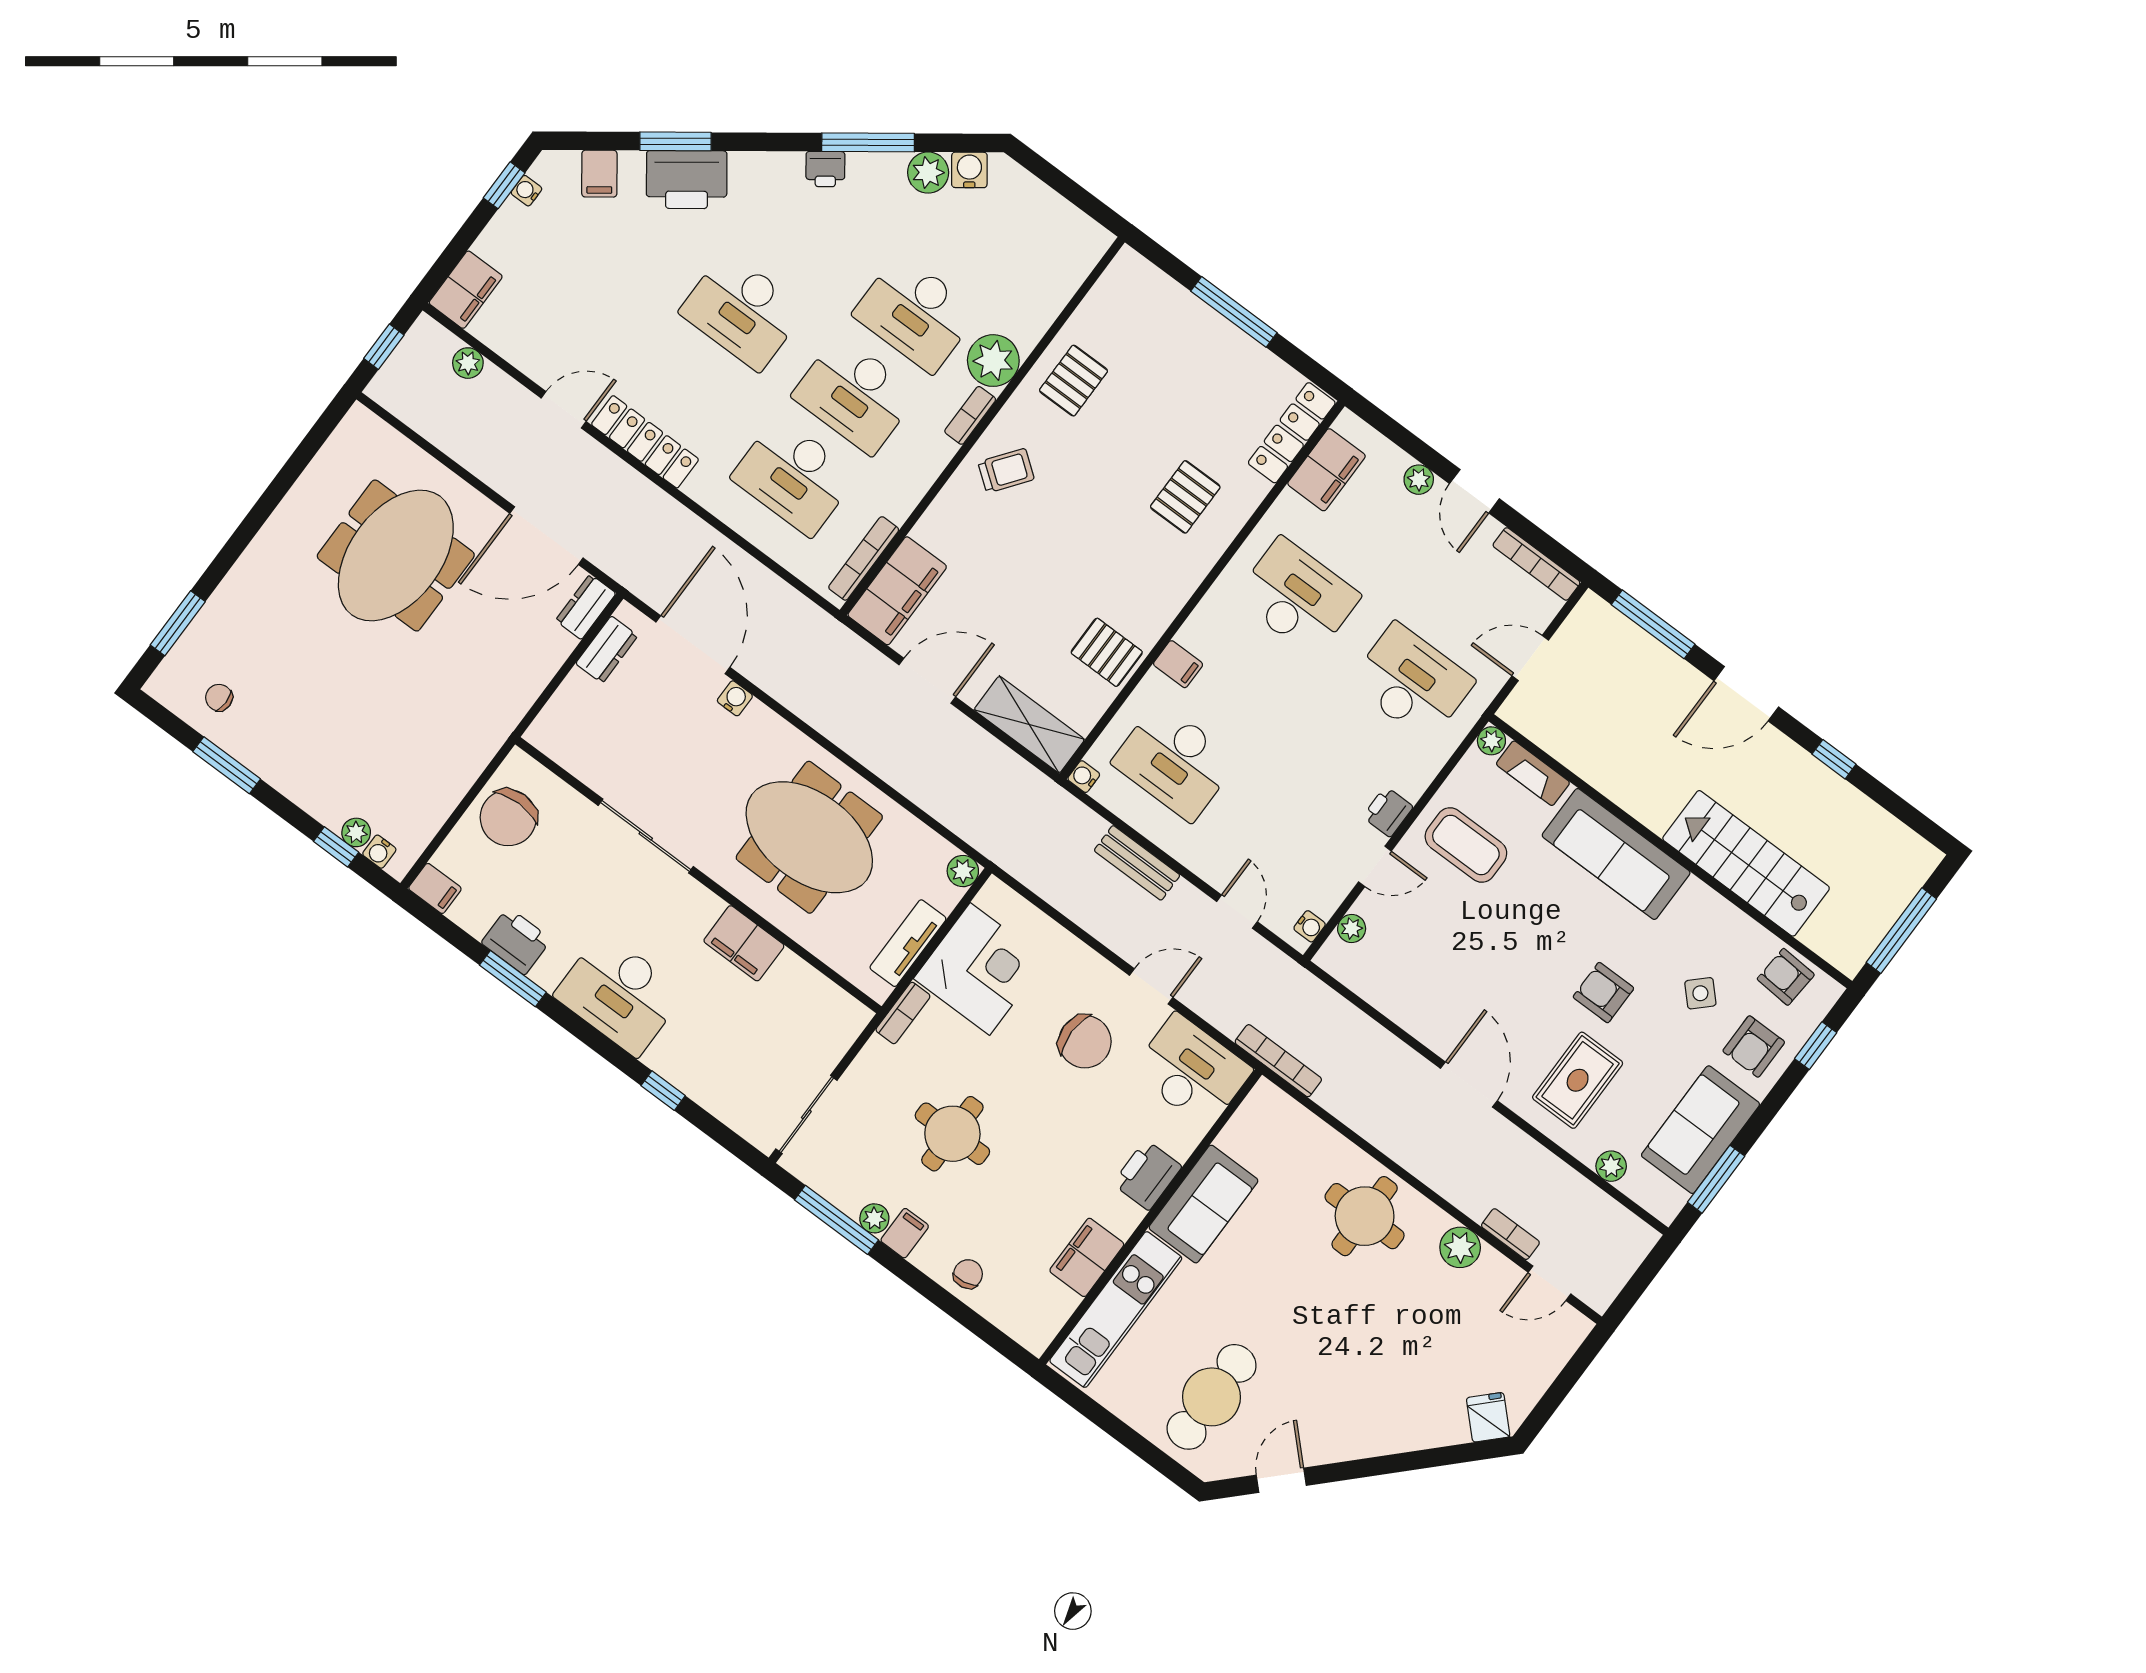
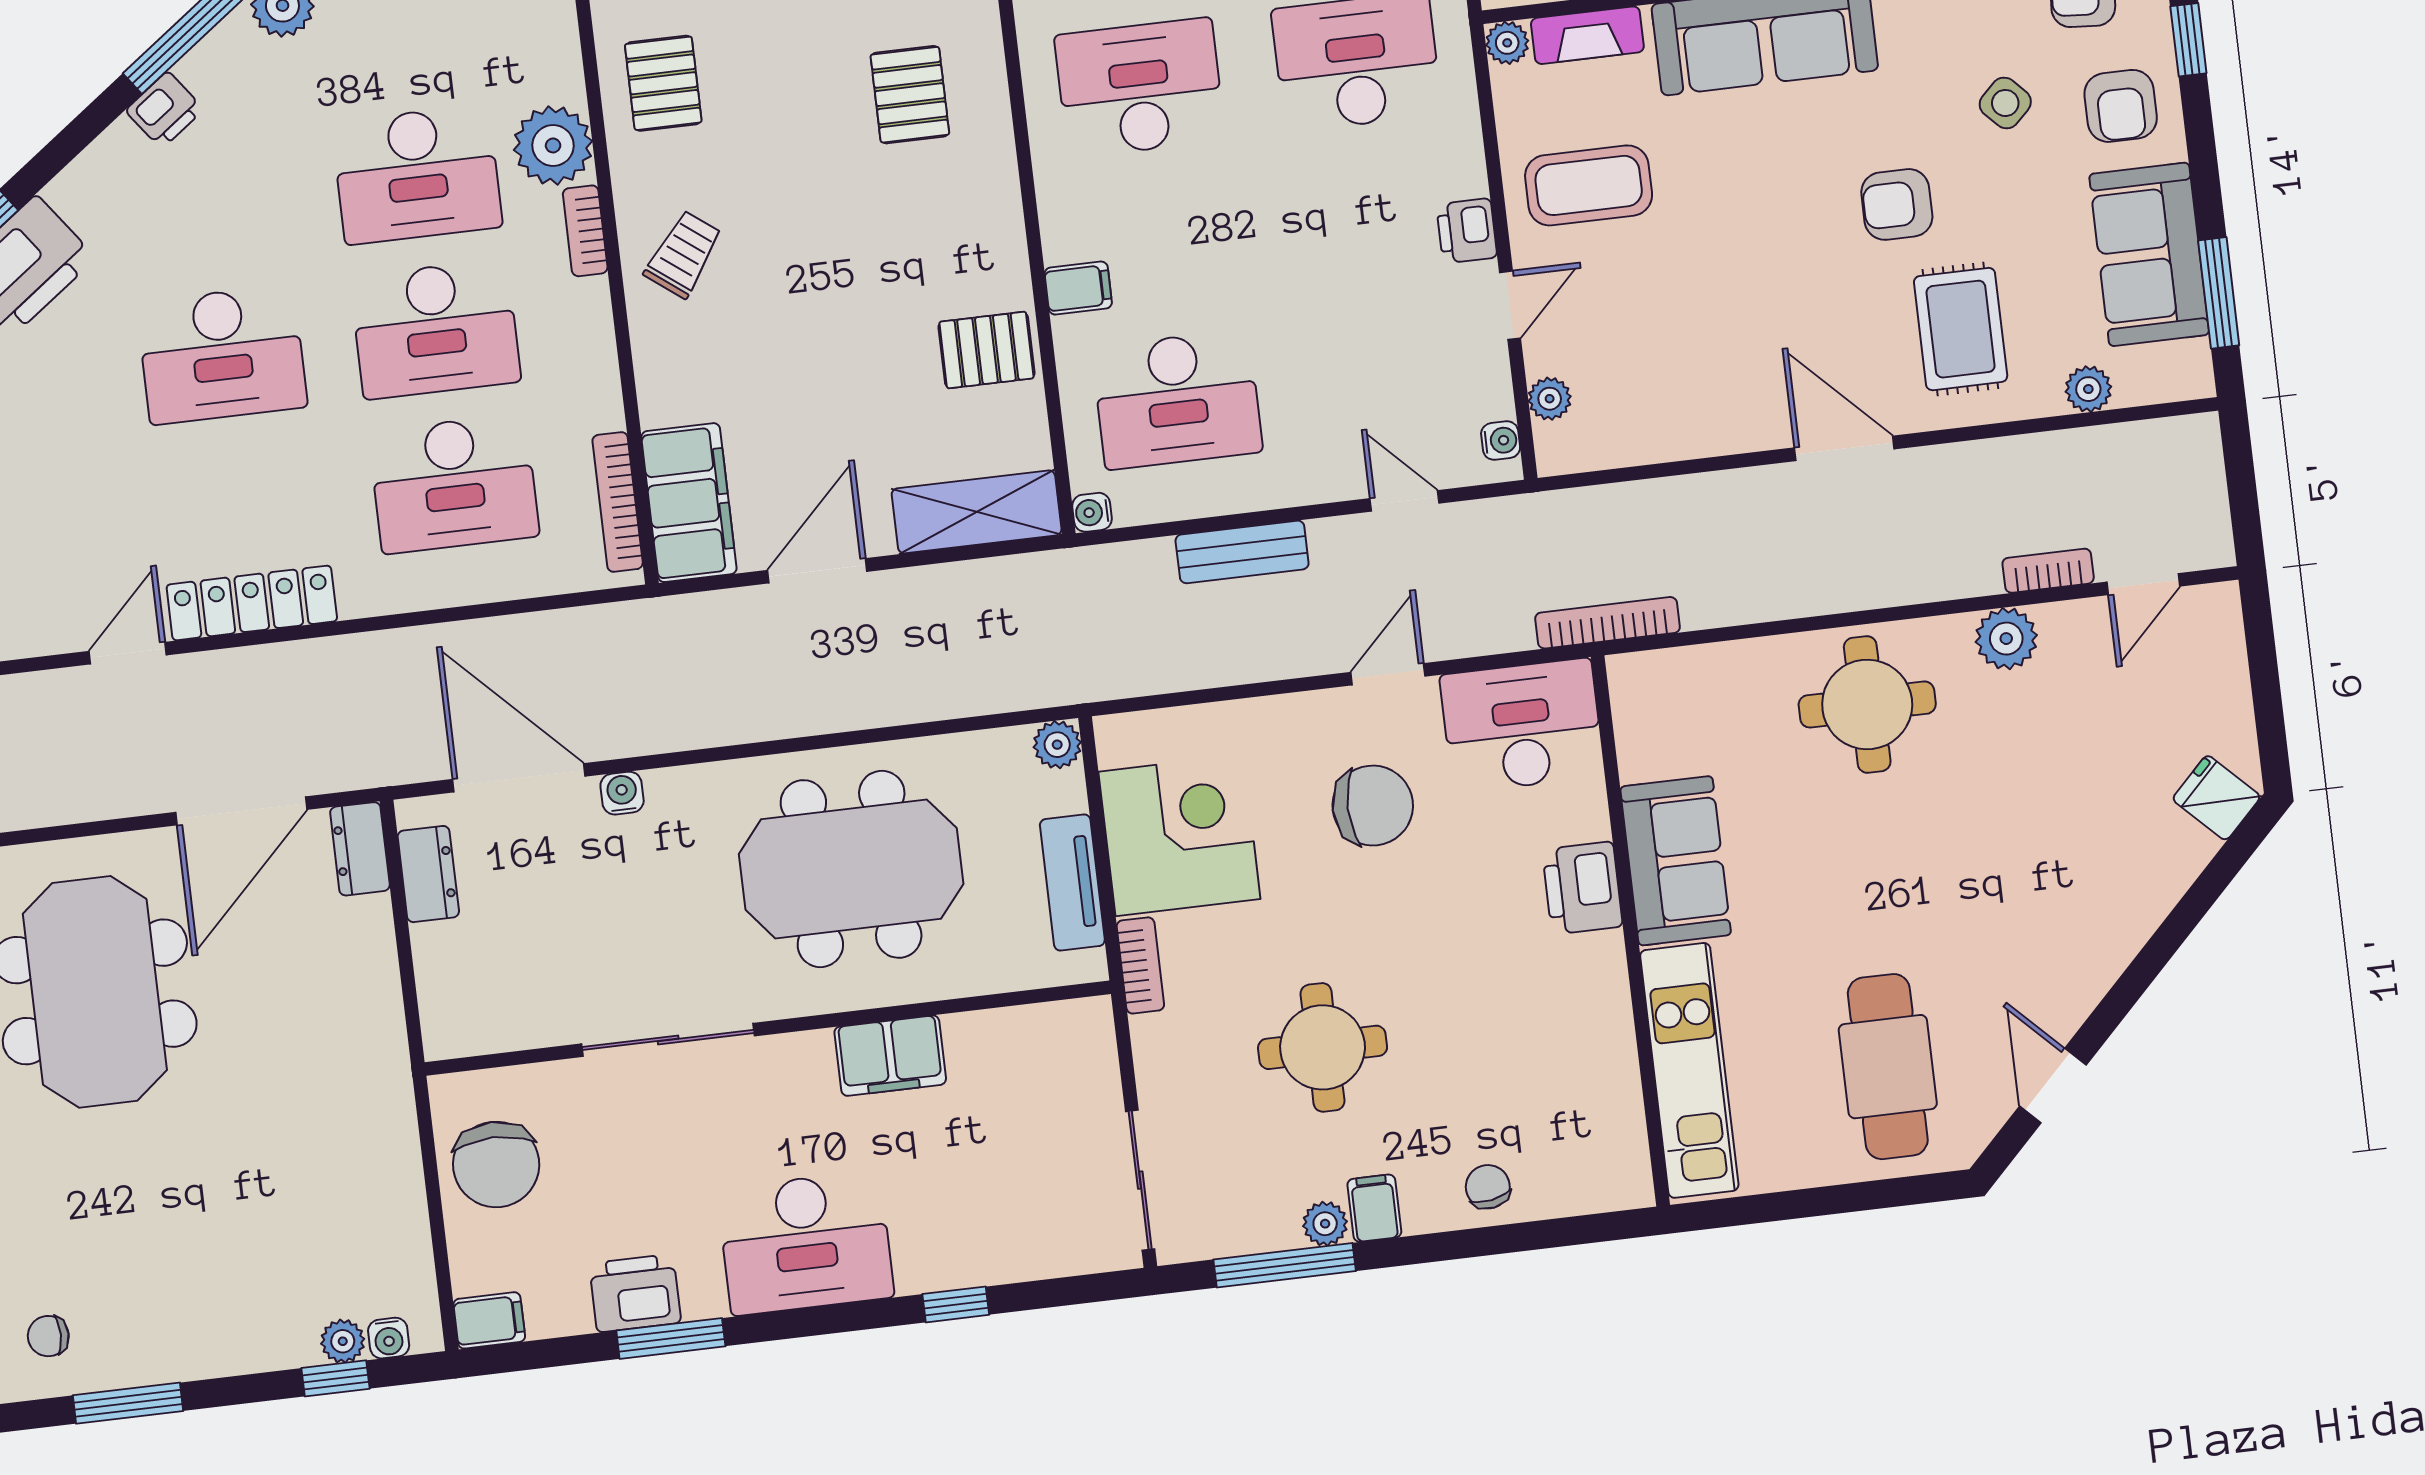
filing cabinet: (1087, 1257) -> (1602, 1043), removed

